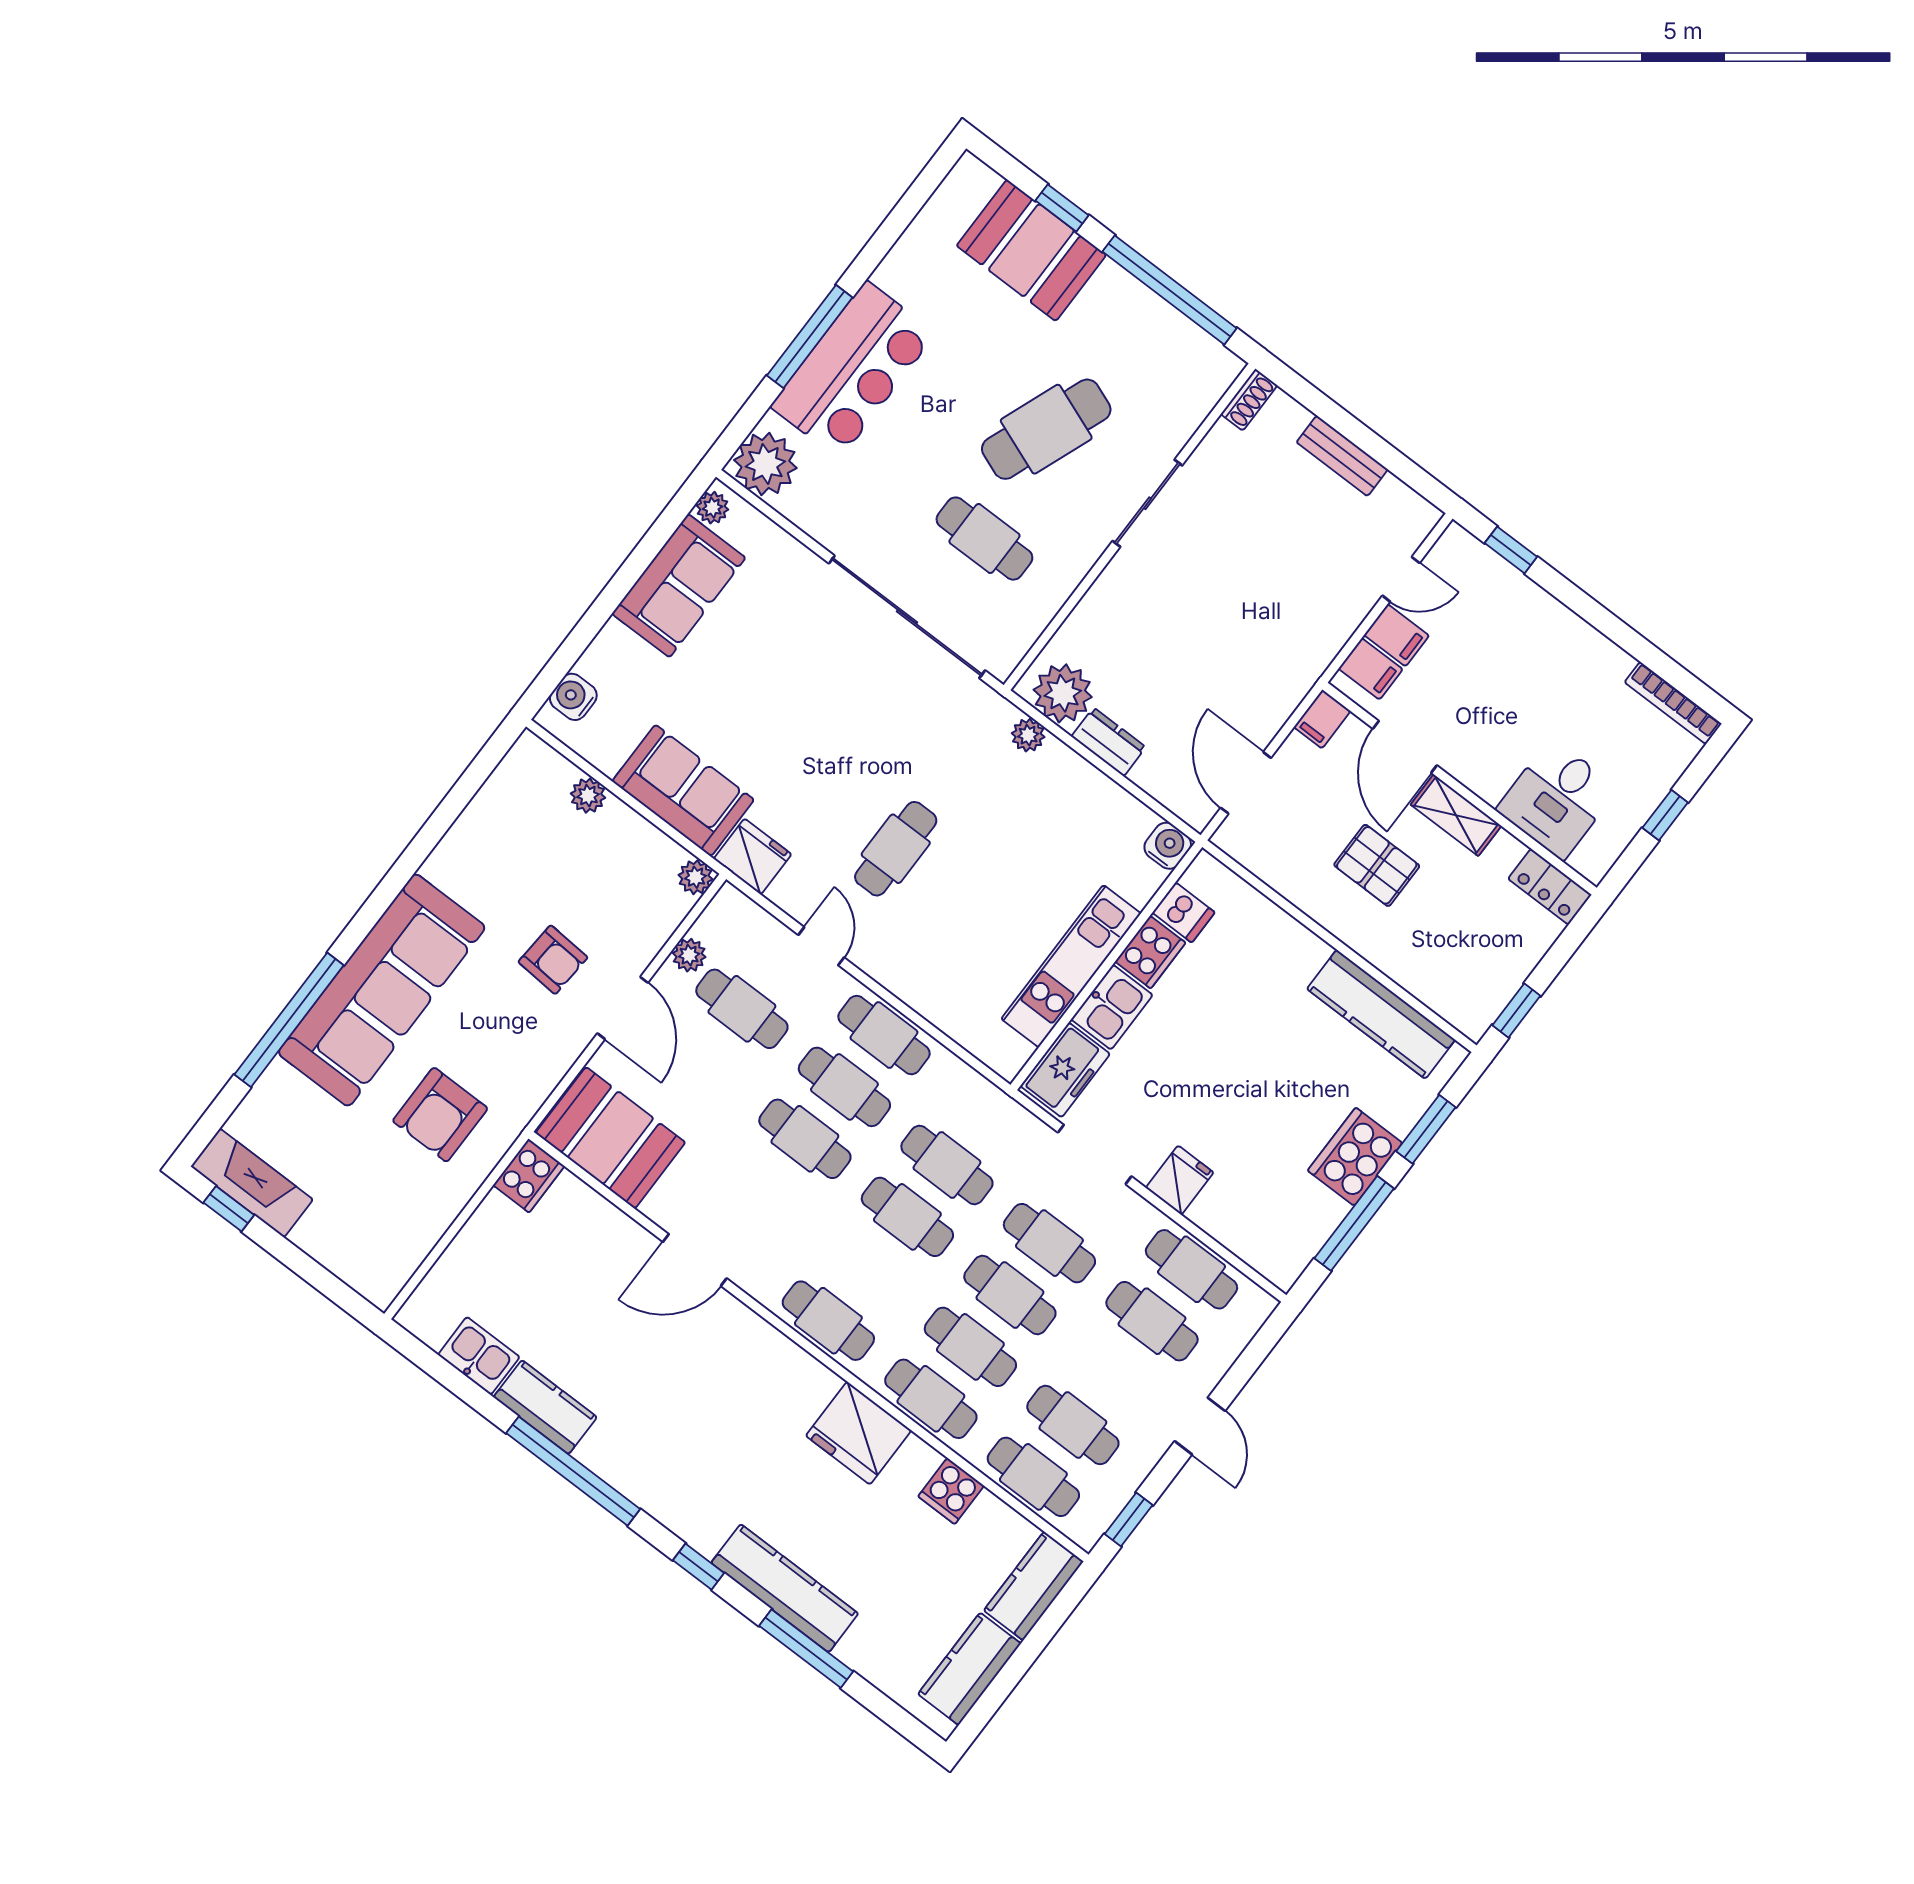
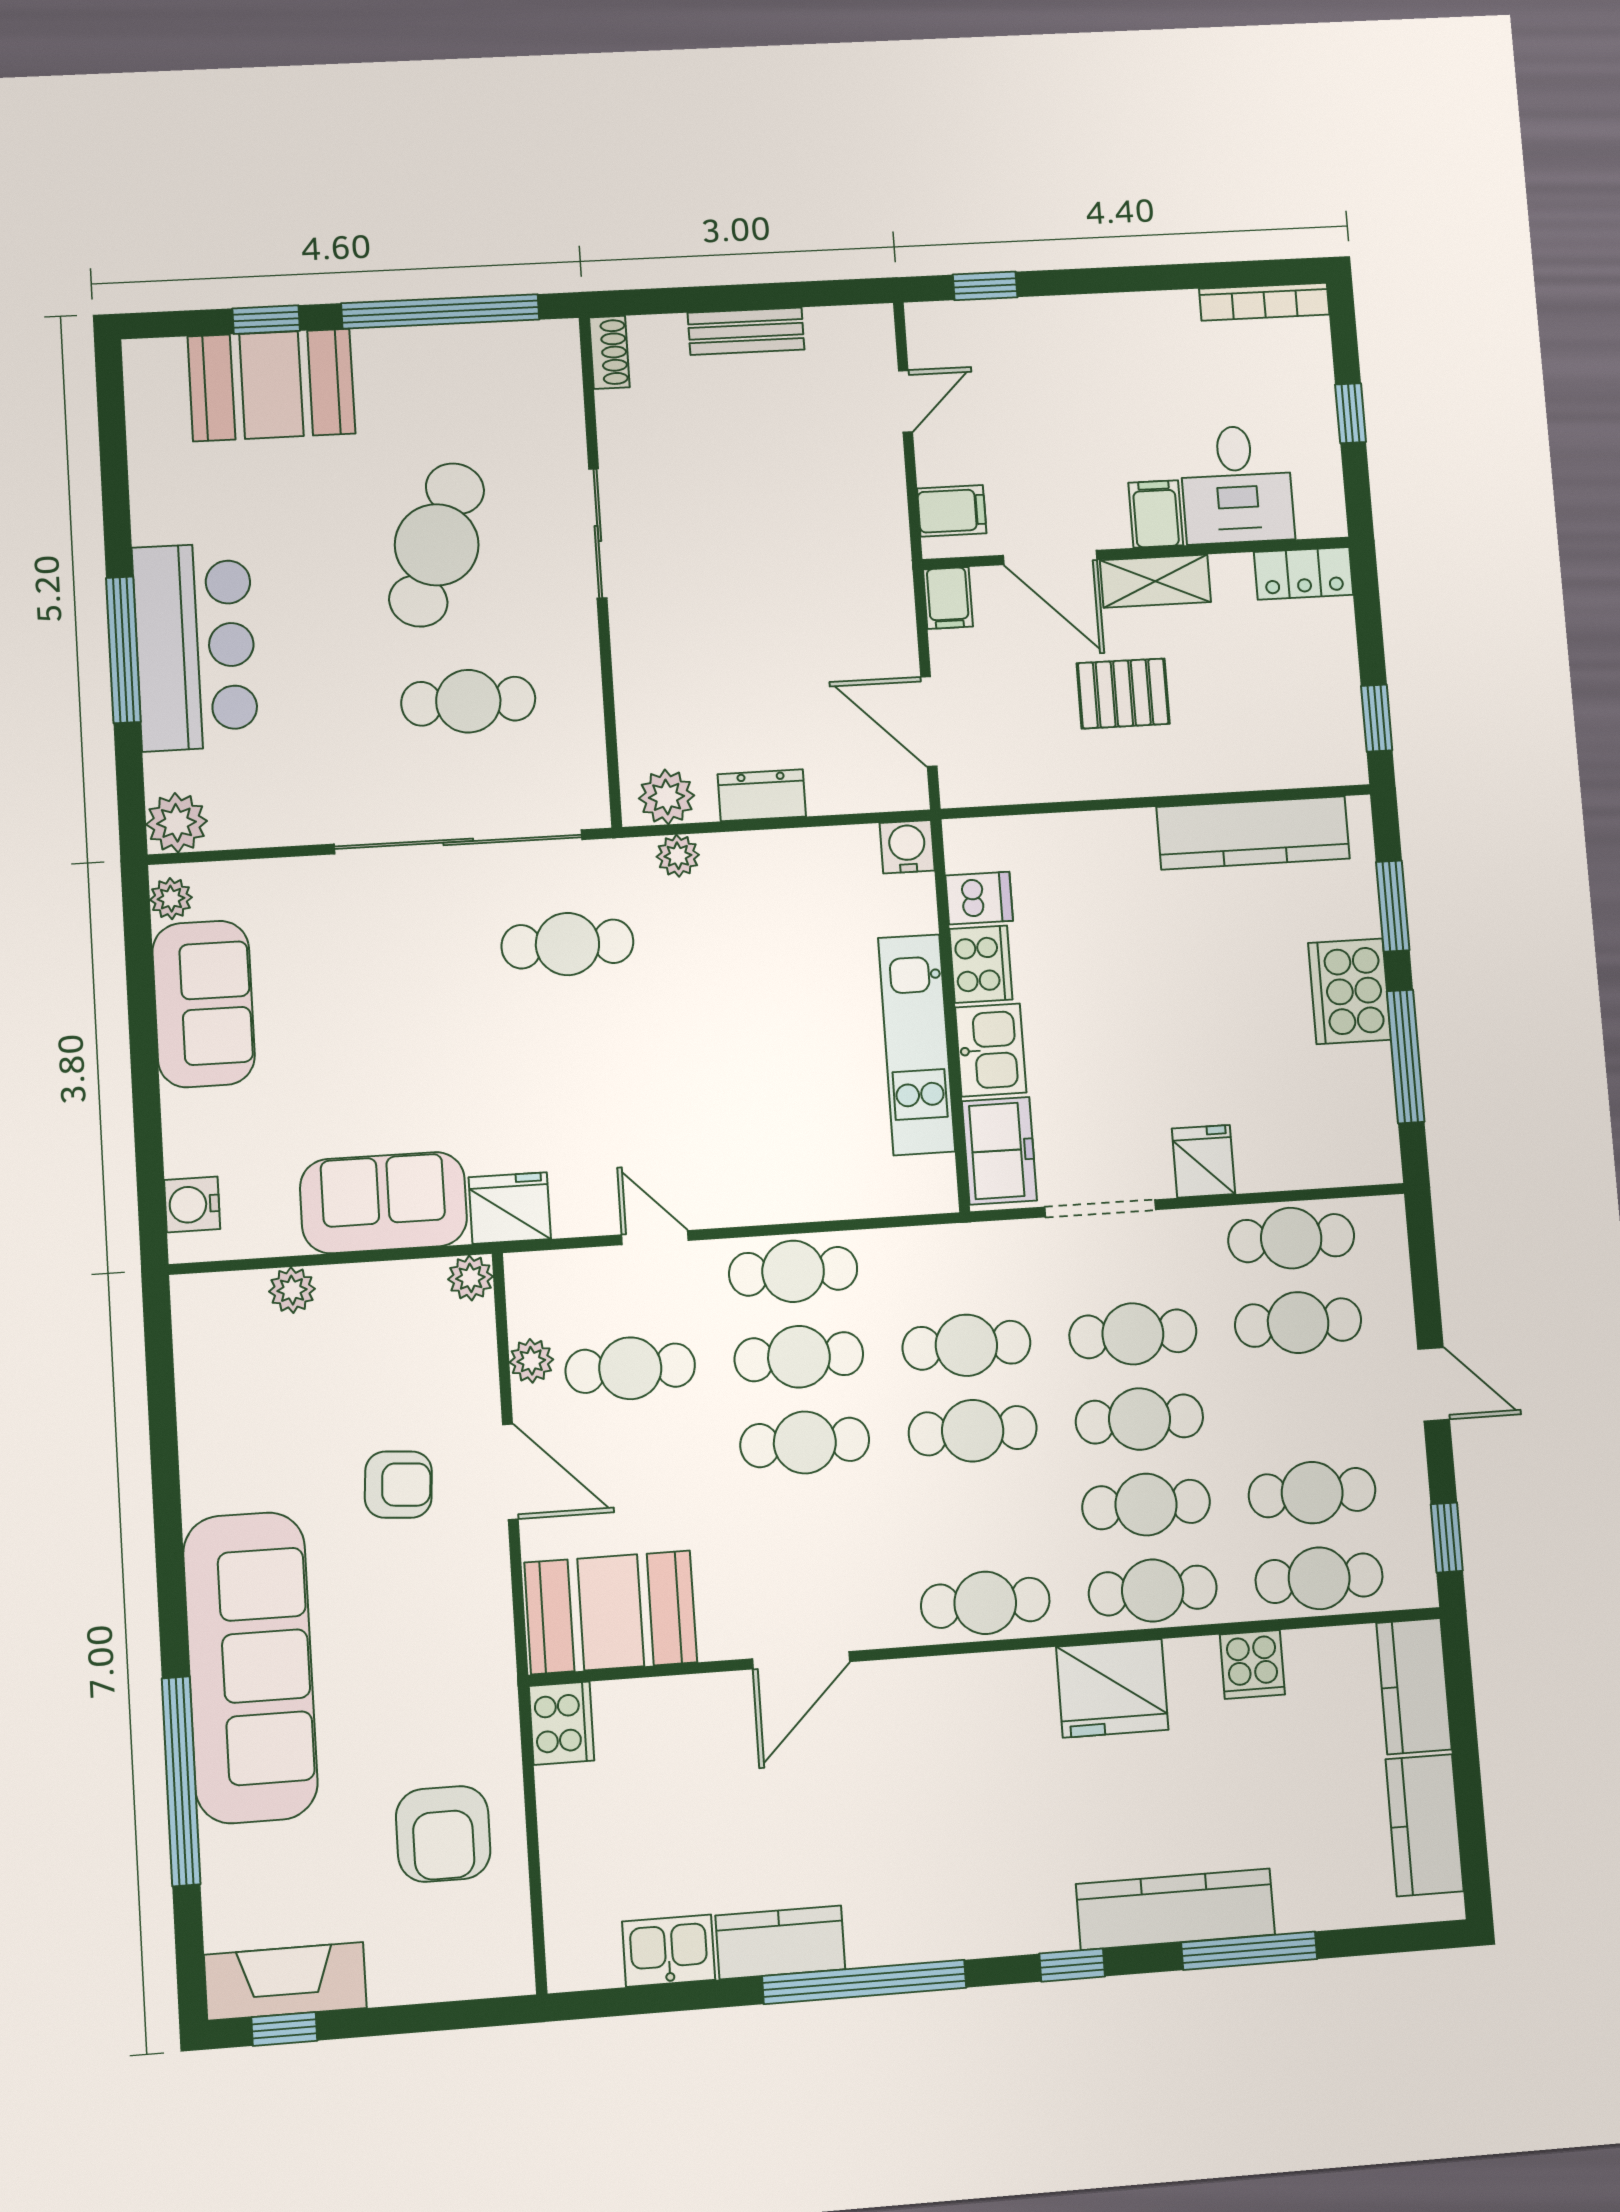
plant: (765, 464) -> (177, 823), width x0.73, depth x0.73
filing cabinet: (1397, 635) -> (1156, 514), moved, turned -90
plant: (1063, 693) -> (667, 797), width x0.73, depth x0.73
cafe table: (896, 849) -> (567, 944), moved, turned 90
armchair: (440, 1115) -> (443, 1834), moved

